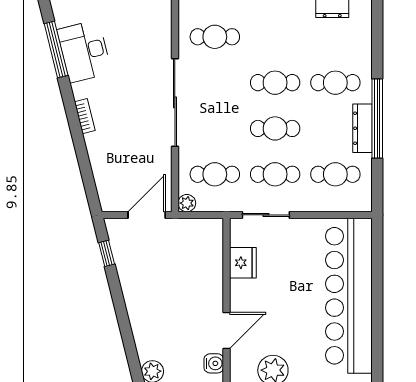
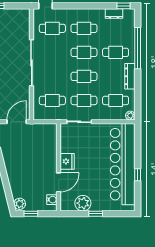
cafe table: (275, 37) -> (84, 28), added
window: (377, 118) -> (138, 48), moved
plant: (187, 203) -> (130, 116), moved
fridge: (243, 263) -> (67, 161), moved
window: (377, 316) -> (138, 175), added

